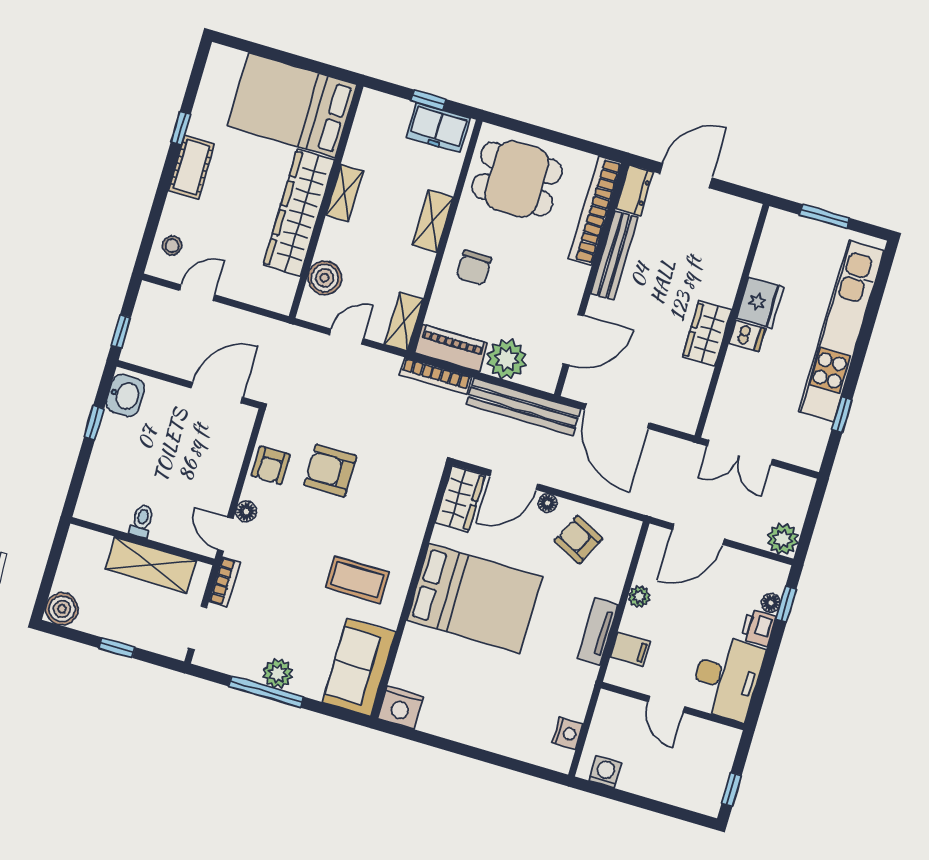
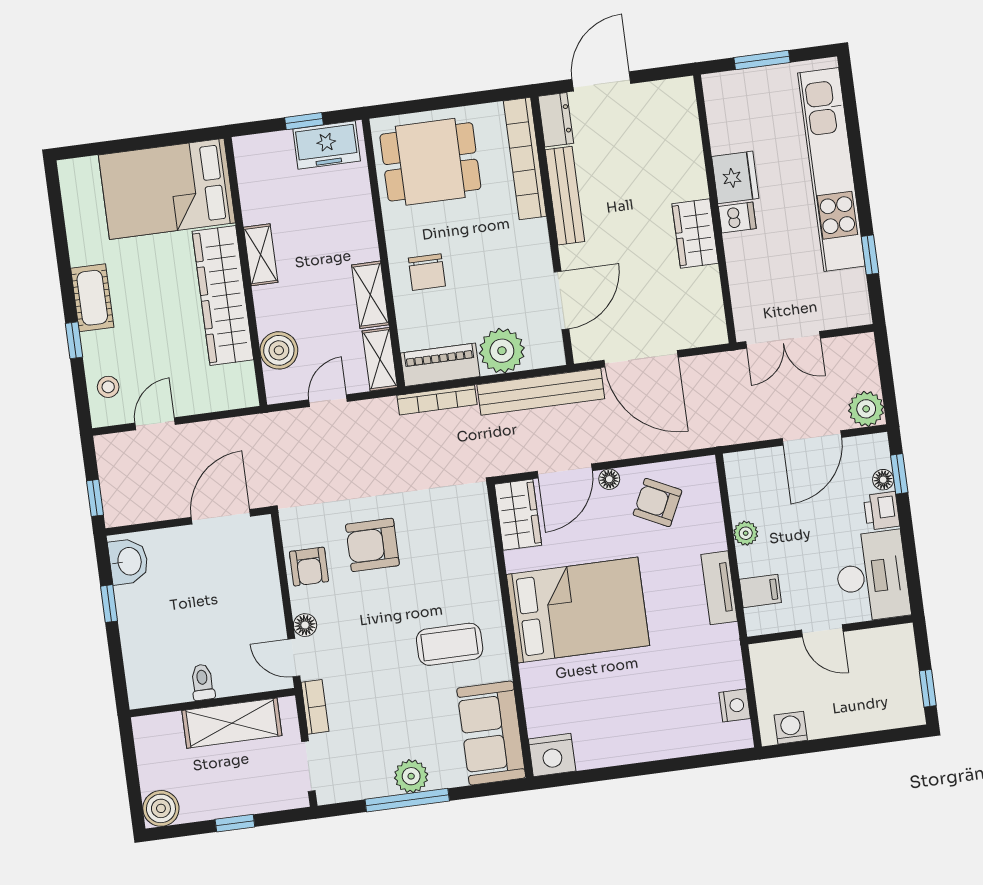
window: (181, 128) -> (74, 340), moved
shelving: (433, 221) -> (370, 295), moved
door: (698, 534) -> (812, 438), moved

